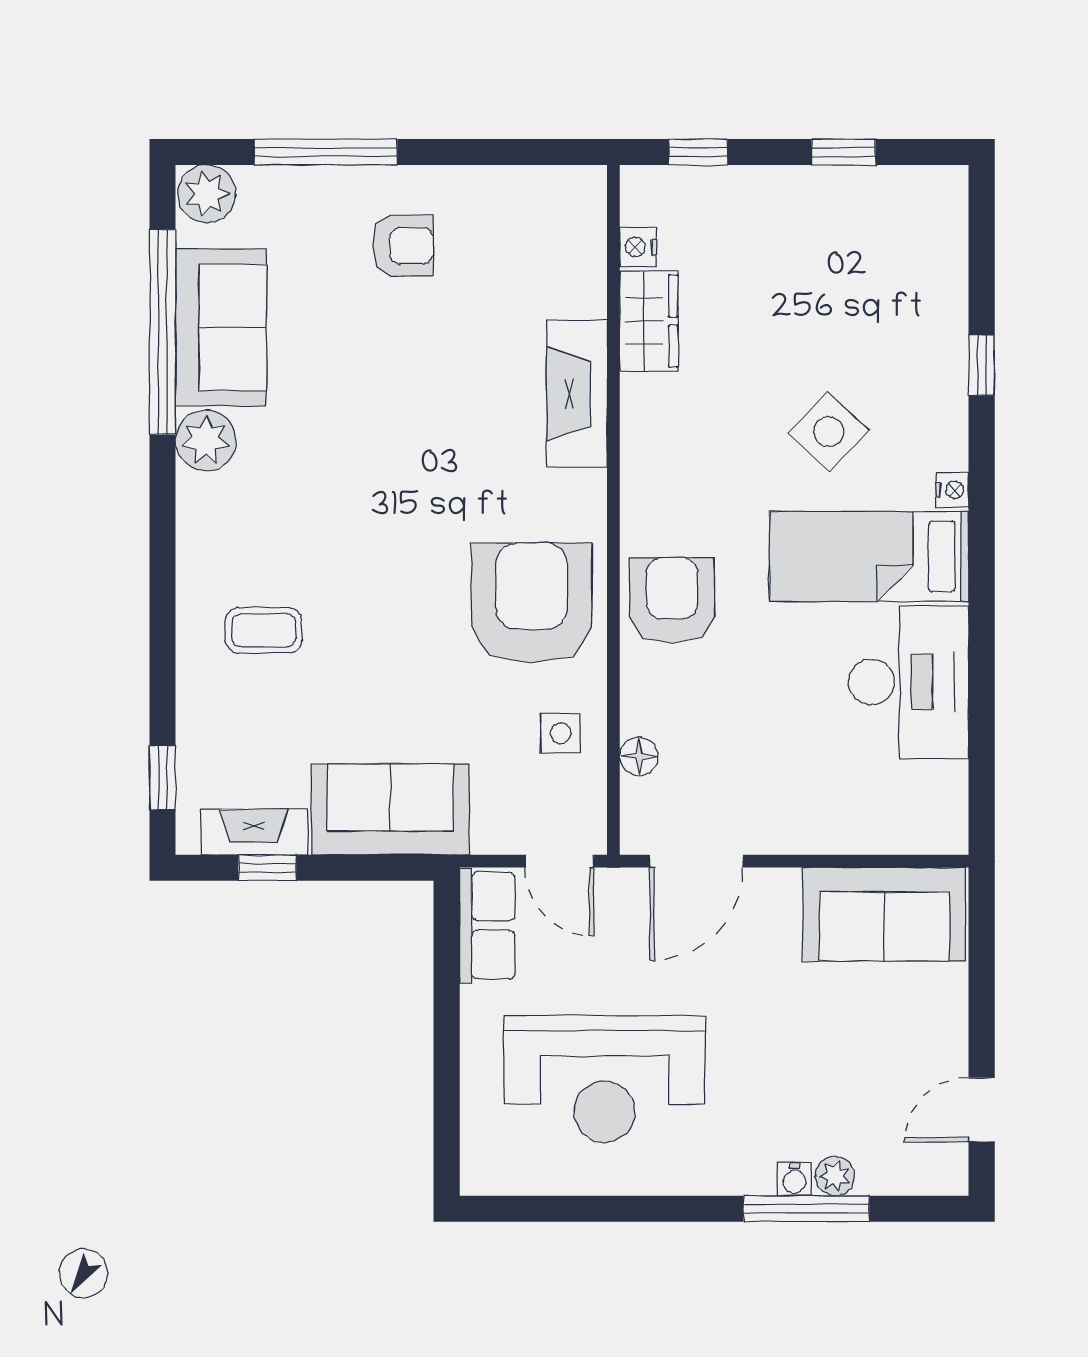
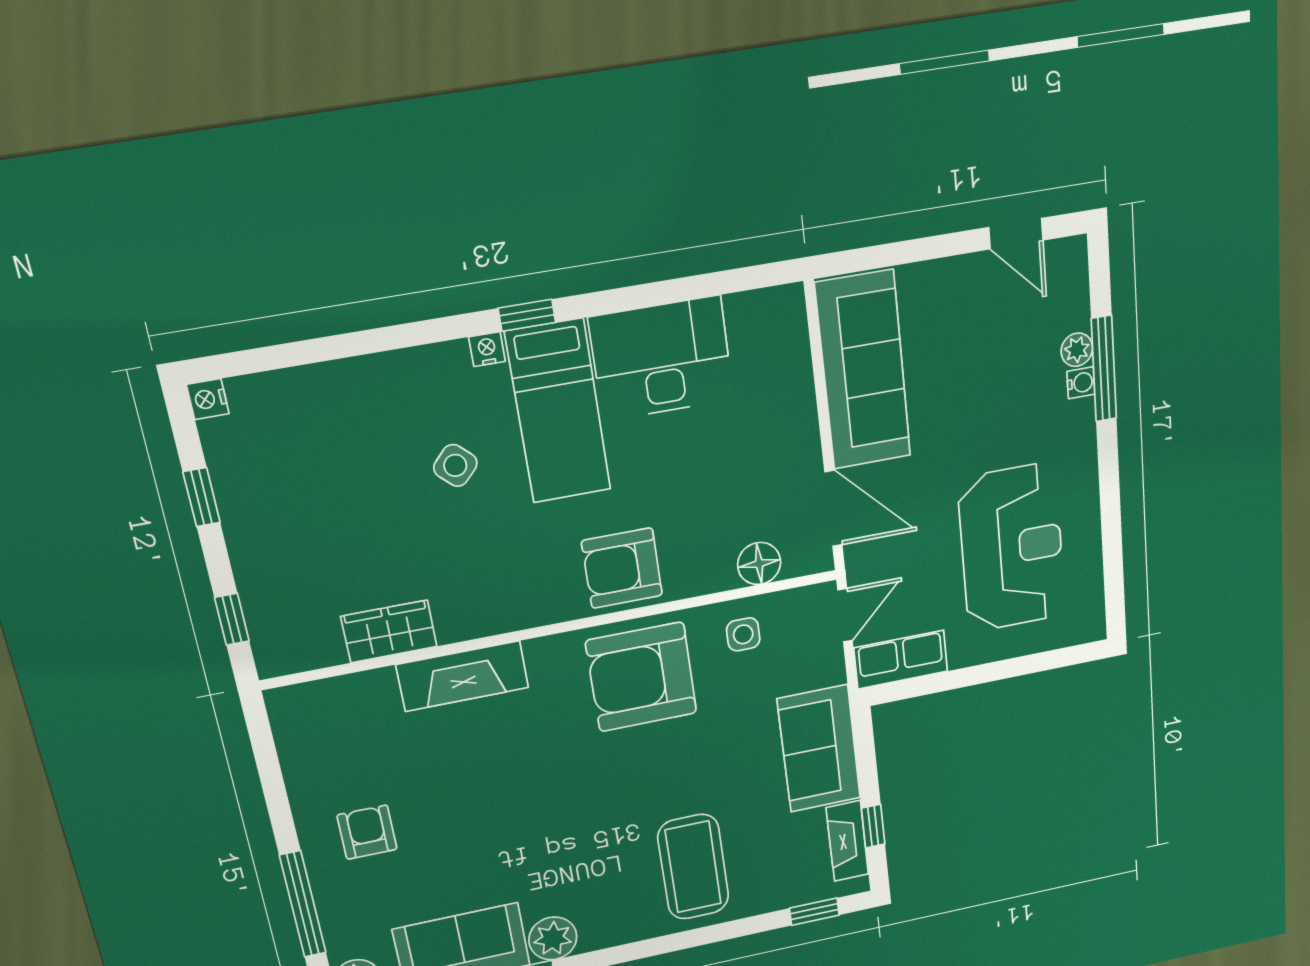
nightstand: (638, 247) -> (208, 399), moved, turned 90
window: (982, 365) -> (527, 315), moved
side table: (829, 432) -> (455, 465), width x0.73, depth x0.73
coffee table: (264, 630) -> (693, 867), width x1.86, depth x1.72
floor lamp: (639, 756) -> (759, 564), width x1.37, depth x1.37
sofa: (884, 914) -> (863, 371), width x1.36

